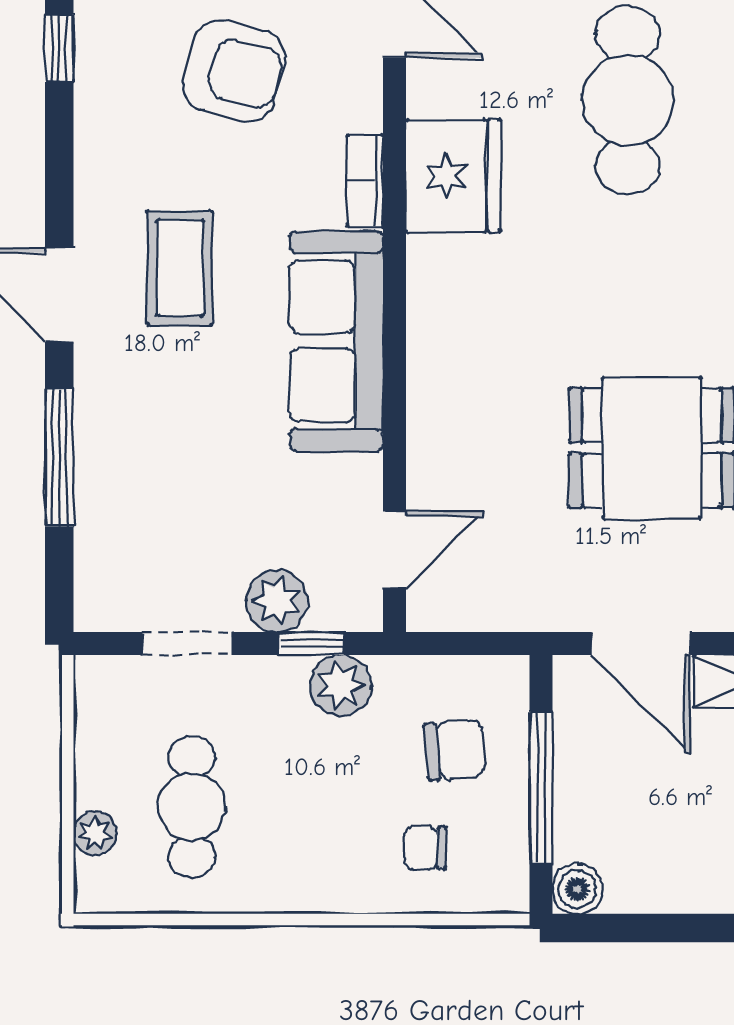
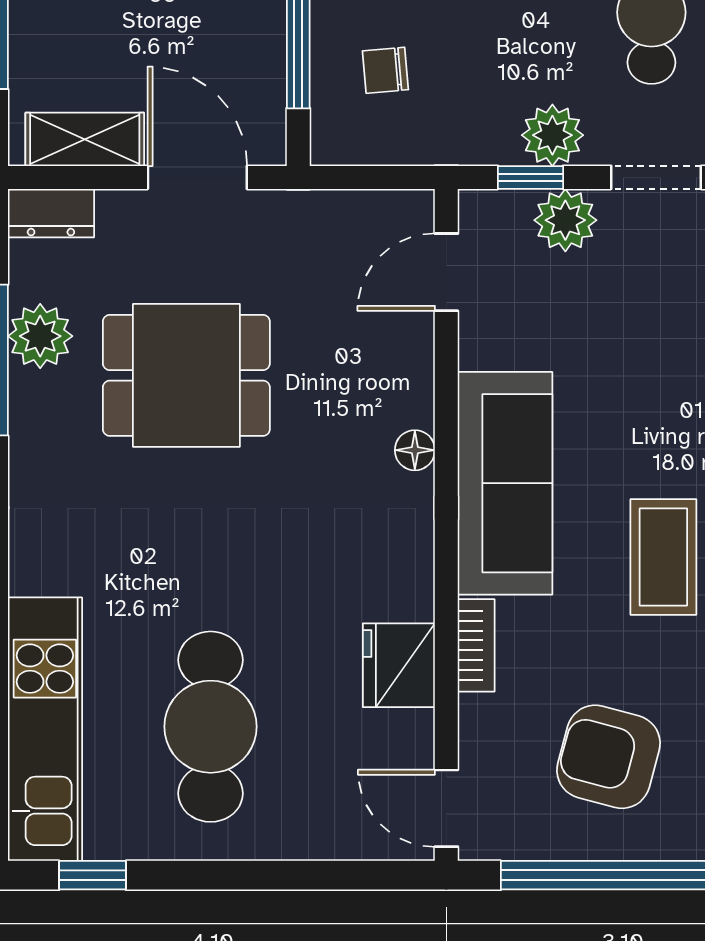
fridge: (454, 176) -> (399, 665), width x0.73, depth x0.75
floor lamp: (426, 374) -> (415, 450), added
plant: (341, 685) -> (552, 135), moved
chair: (455, 750) -> (385, 70), width x0.73, depth x0.73

